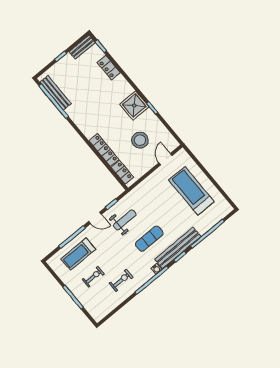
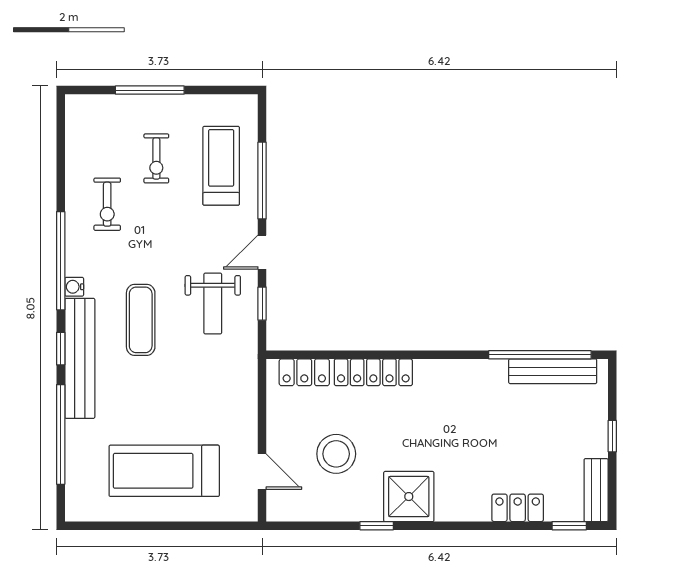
treadmill: (191, 191) -> (164, 471), turned 180

